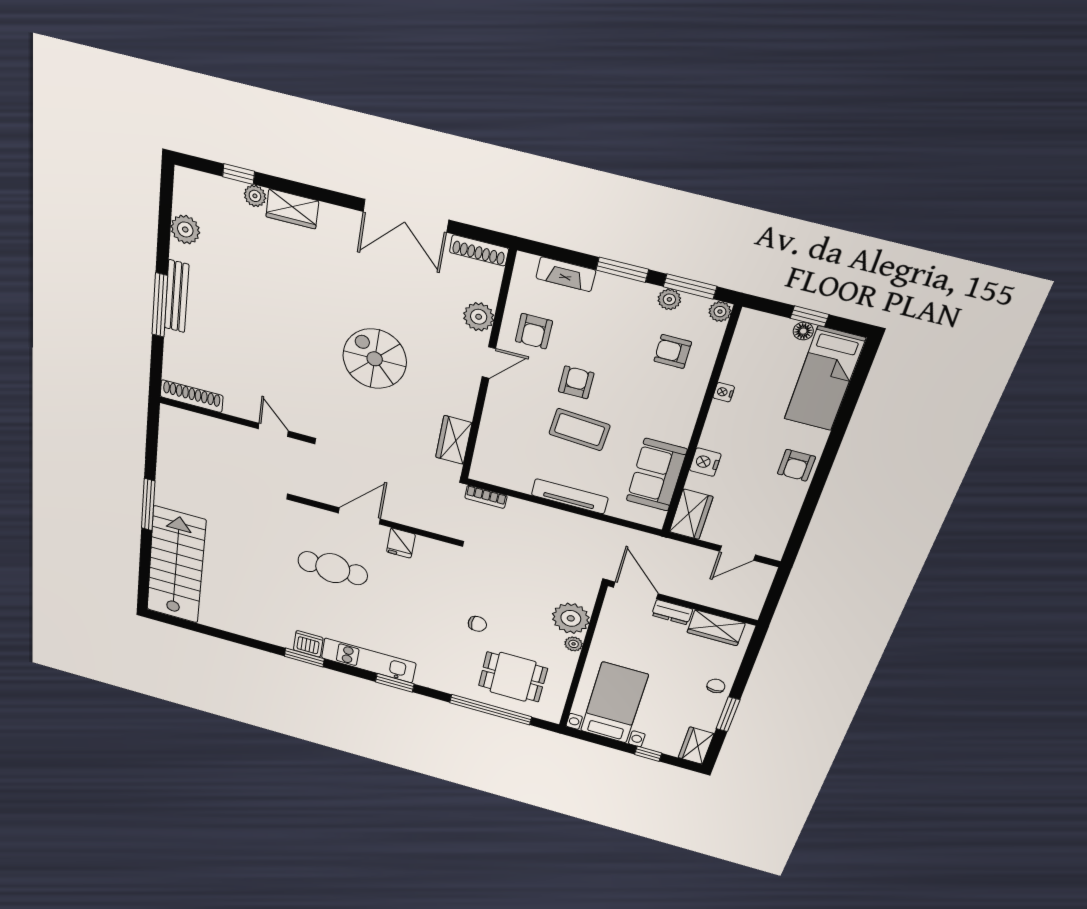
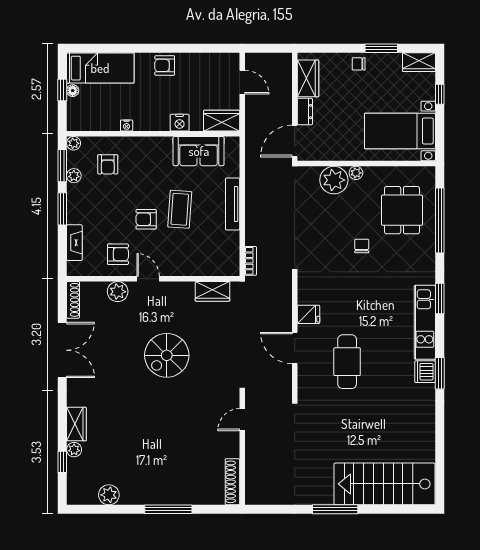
bench: (177, 296) -> (158, 498), removed
armchair: (796, 465) -> (165, 65), turned 180

